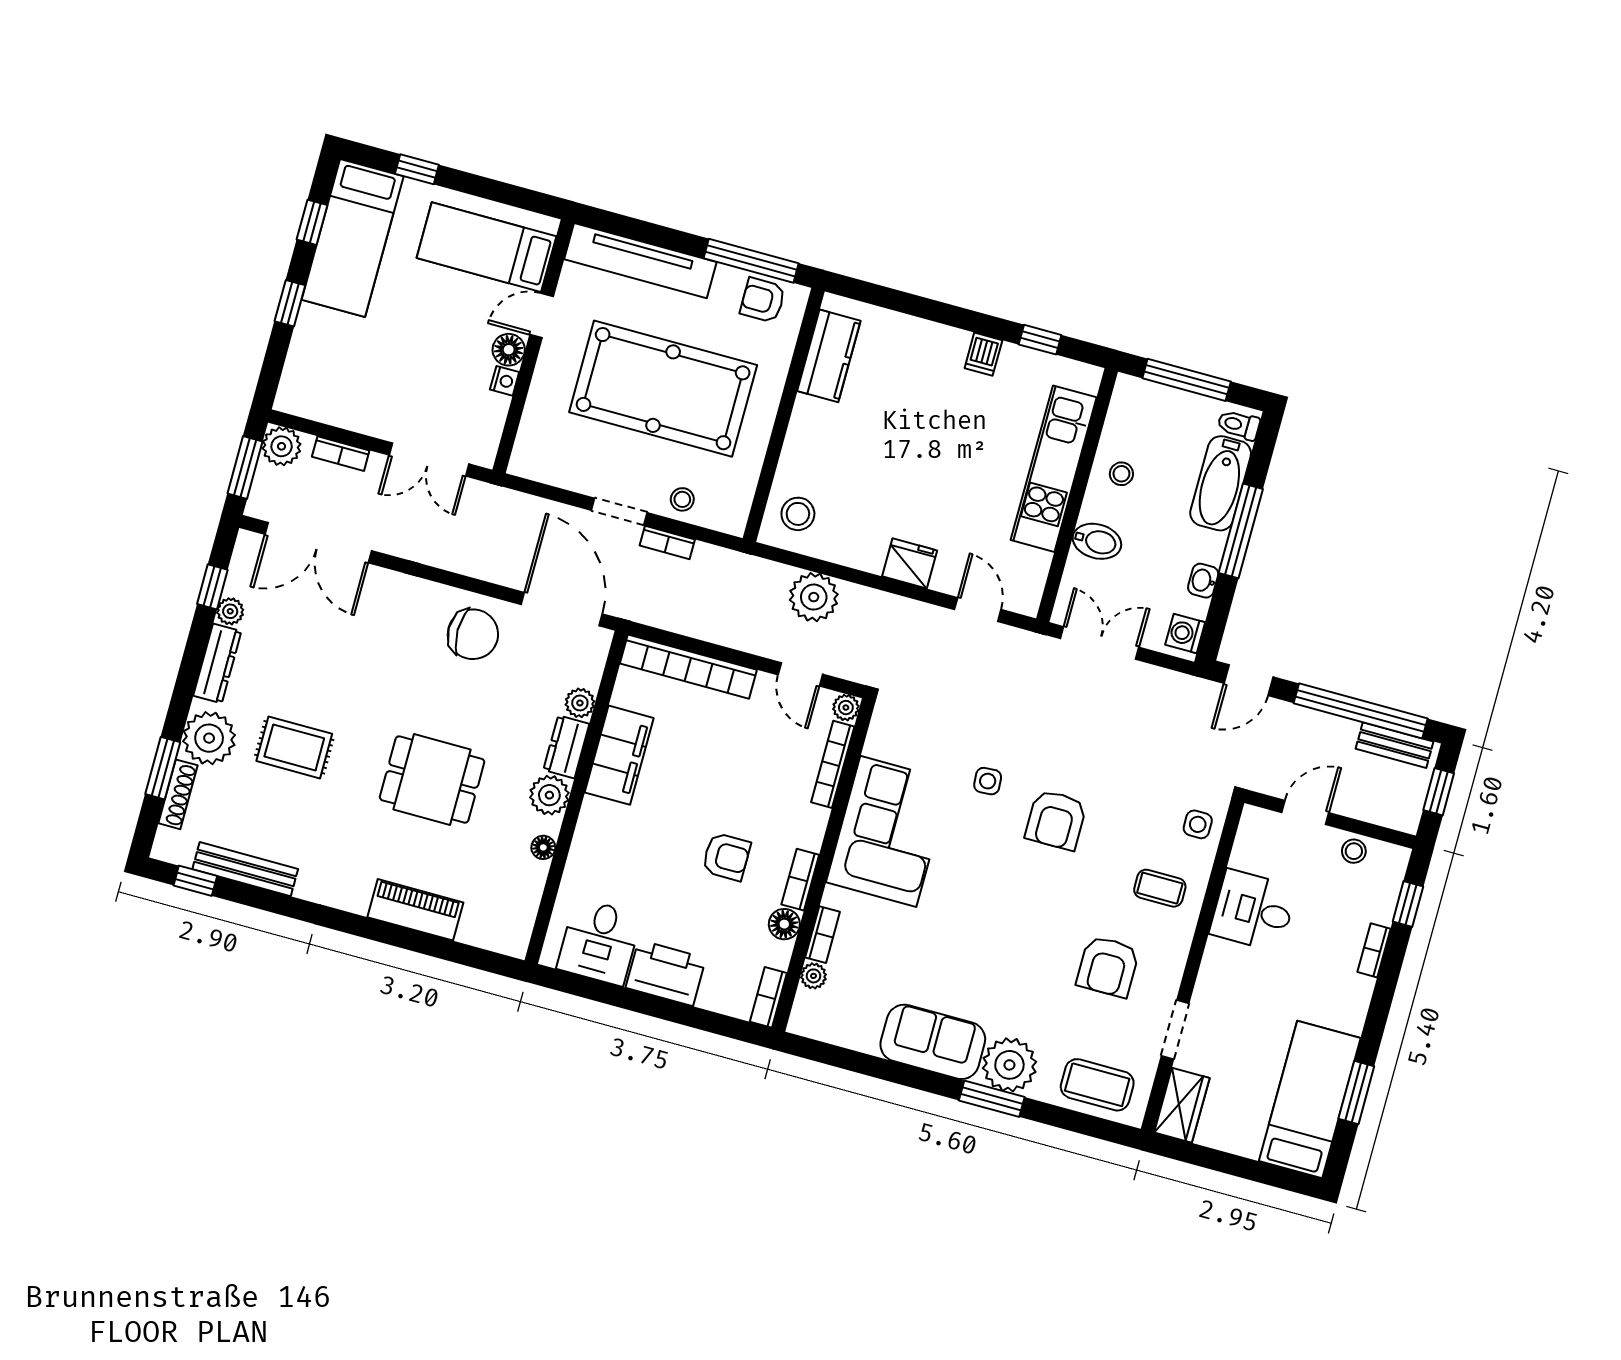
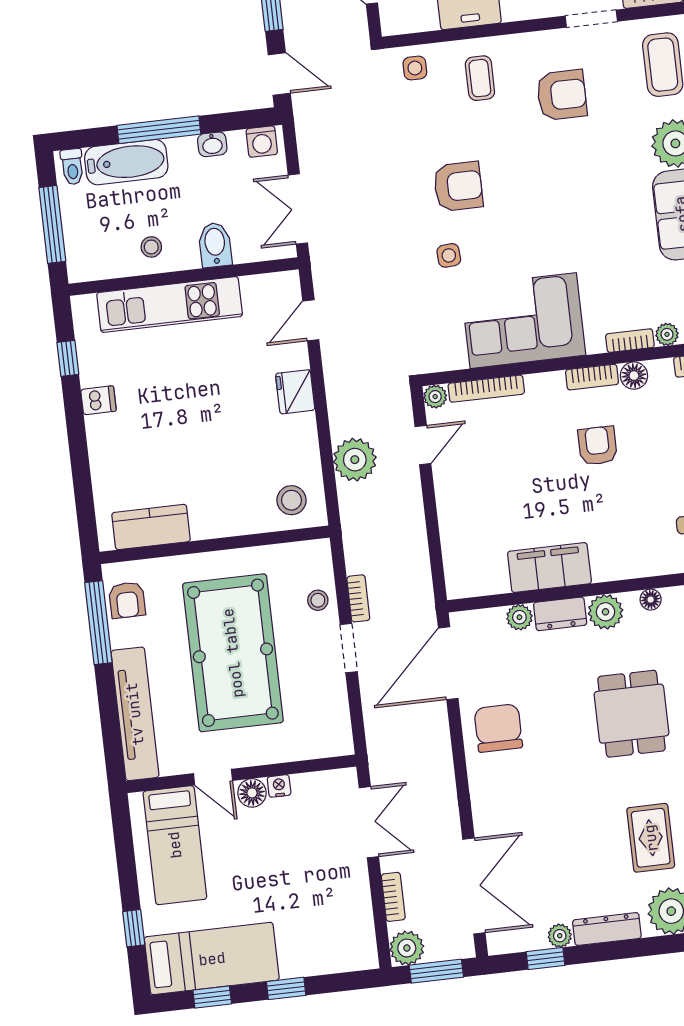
bookcase: (688, 667) -> (454, 540), removed

